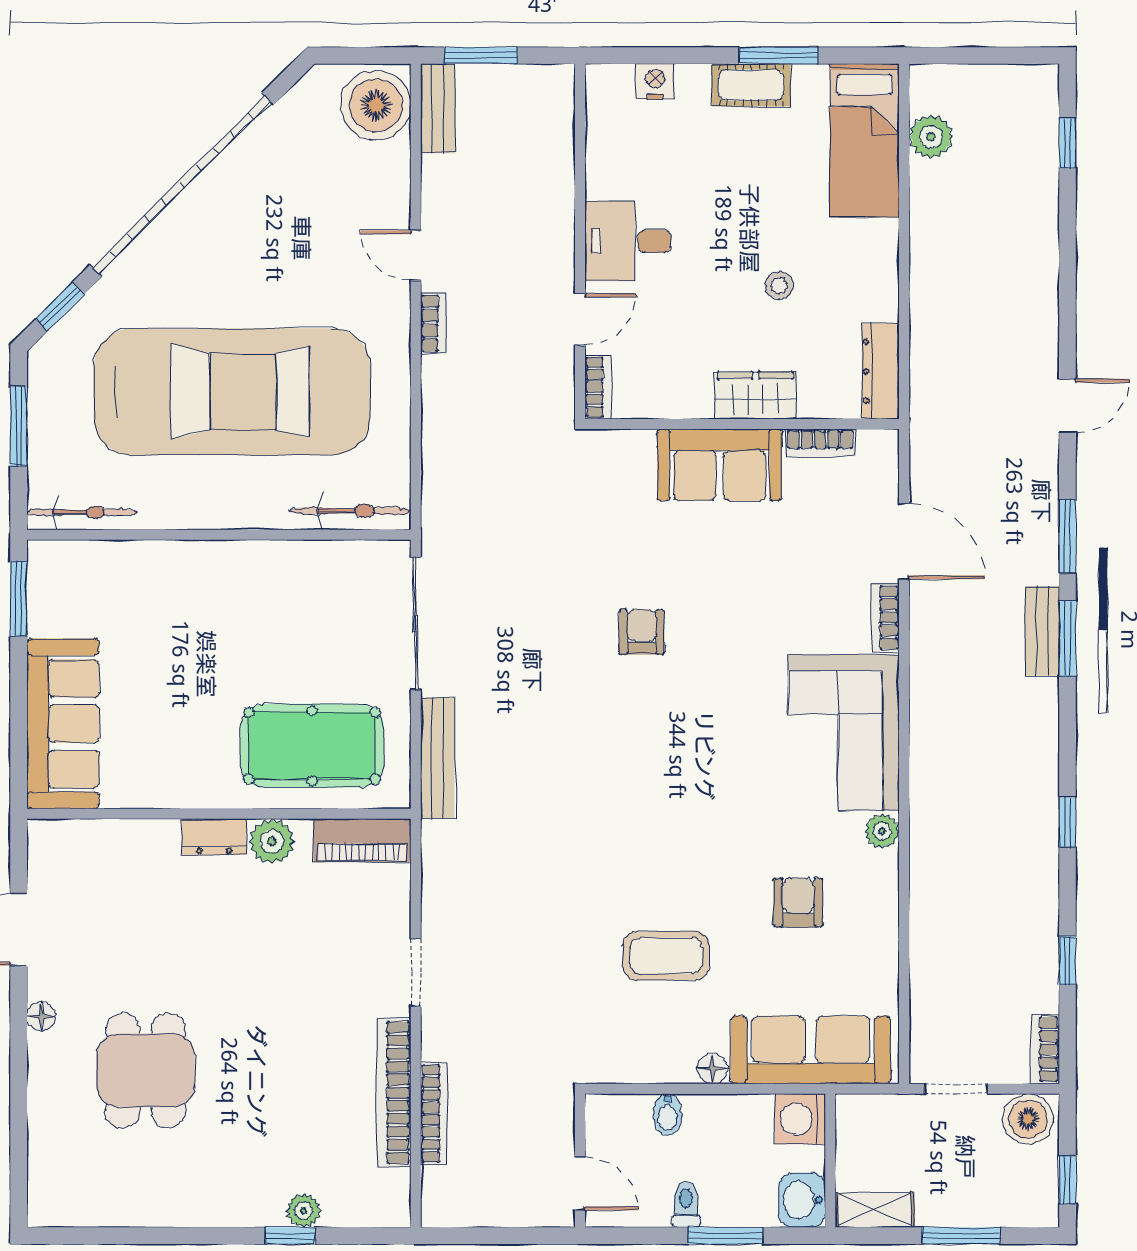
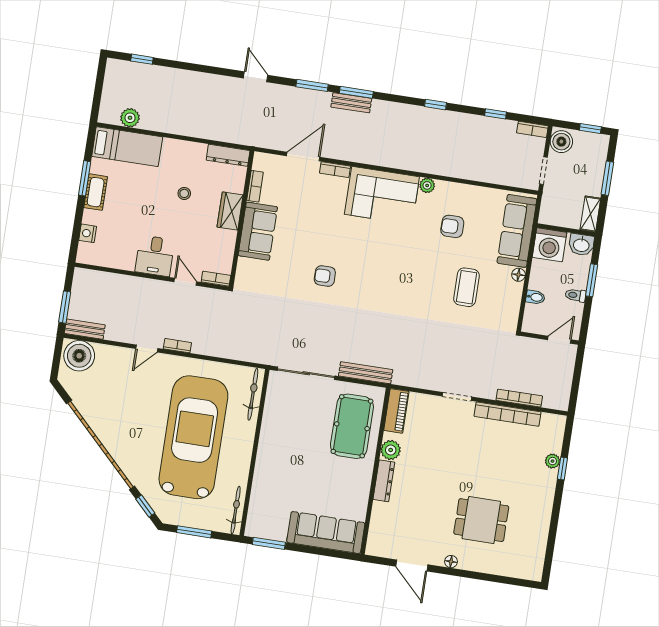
dresser: (214, 837) -> (384, 481), width x1.44
washing machine: (800, 1119) -> (550, 245), width x1.37, depth x1.37

